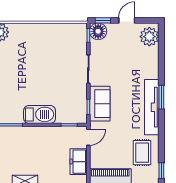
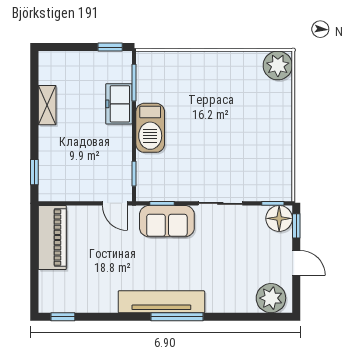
window: (161, 97) -> (177, 317), width x1.44
rug: (142, 153) -> (91, 287), removed
freezer: (79, 162) -> (119, 104), moved, turned -90

